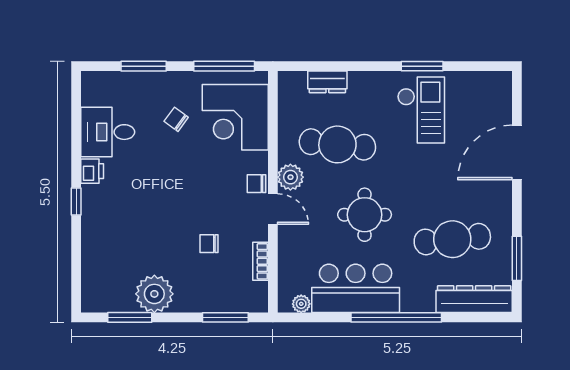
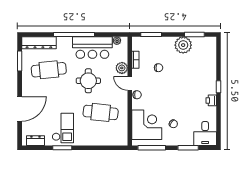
dresser: (327, 82) -> (35, 141), moved
checkout: (421, 110) -> (63, 128), turned 180
desk: (108, 132) -> (205, 134), moved, turned 90
plant: (290, 177) -> (122, 68), moved

